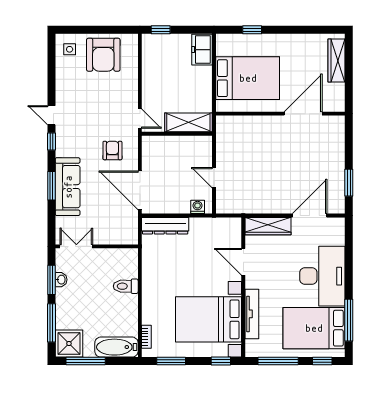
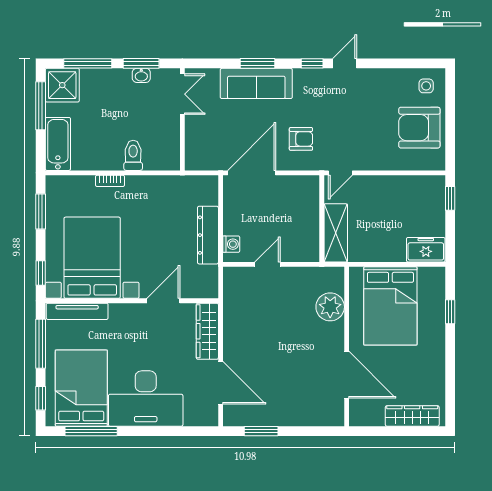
plant: (248, 127) -> (330, 307), added
dresser: (165, 226) -> (208, 235), moved
tv unit: (252, 314) -> (77, 311), moved
bookcase: (146, 337) -> (110, 181), moved

